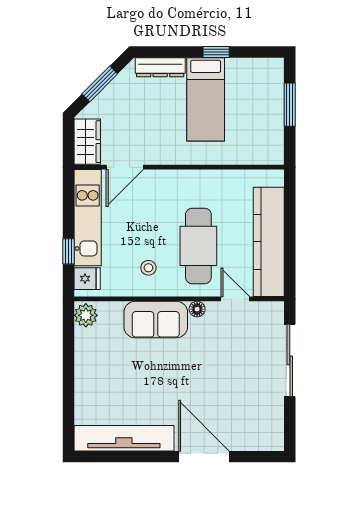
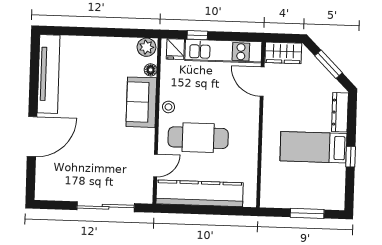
stool: (148, 268) -> (168, 107), moved
floor lamp: (197, 309) -> (151, 70), moved

